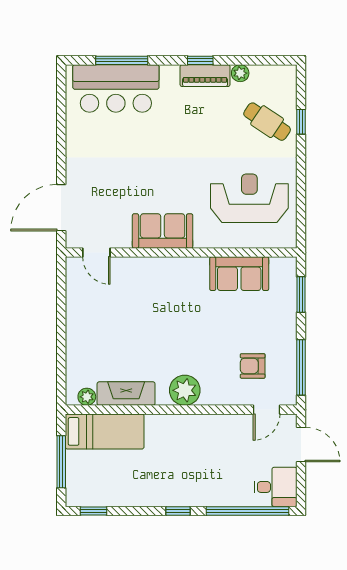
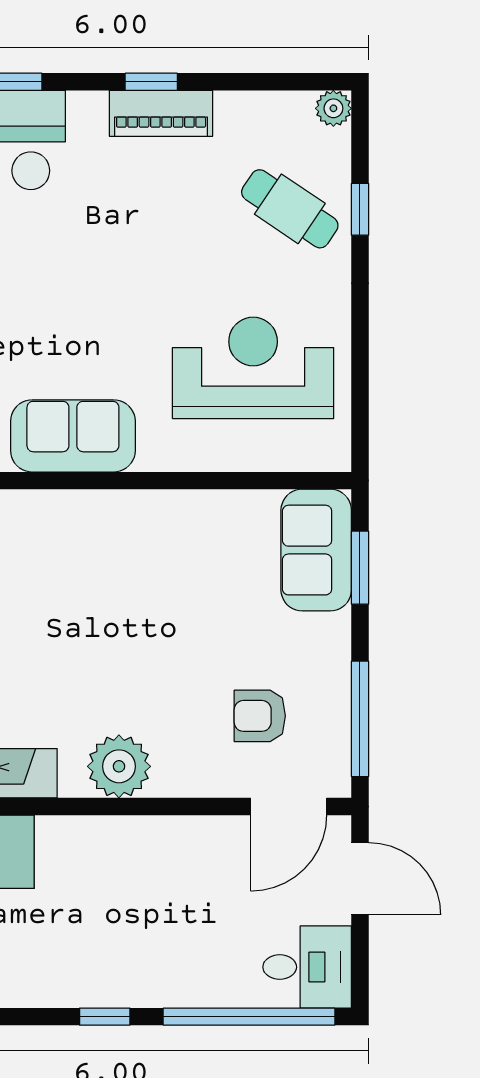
plant: (240, 73) -> (333, 108), moved
sofa: (239, 274) -> (316, 550), moved, turned 90
door: (267, 410) -> (289, 806), width x1.38

